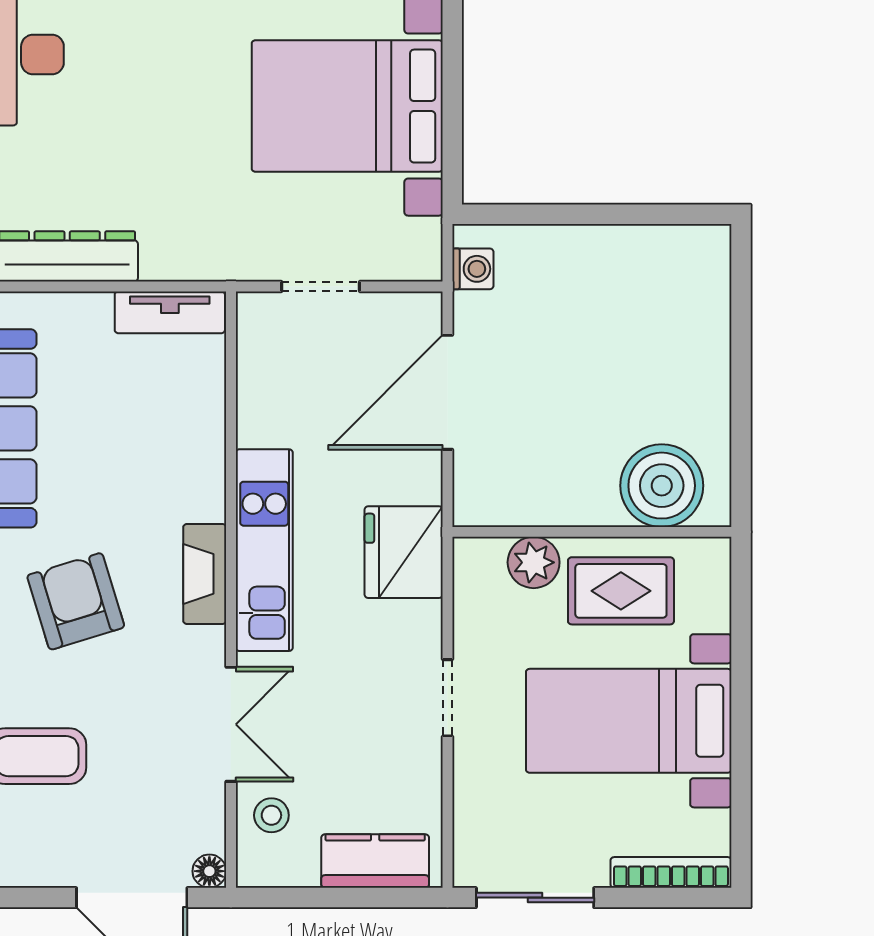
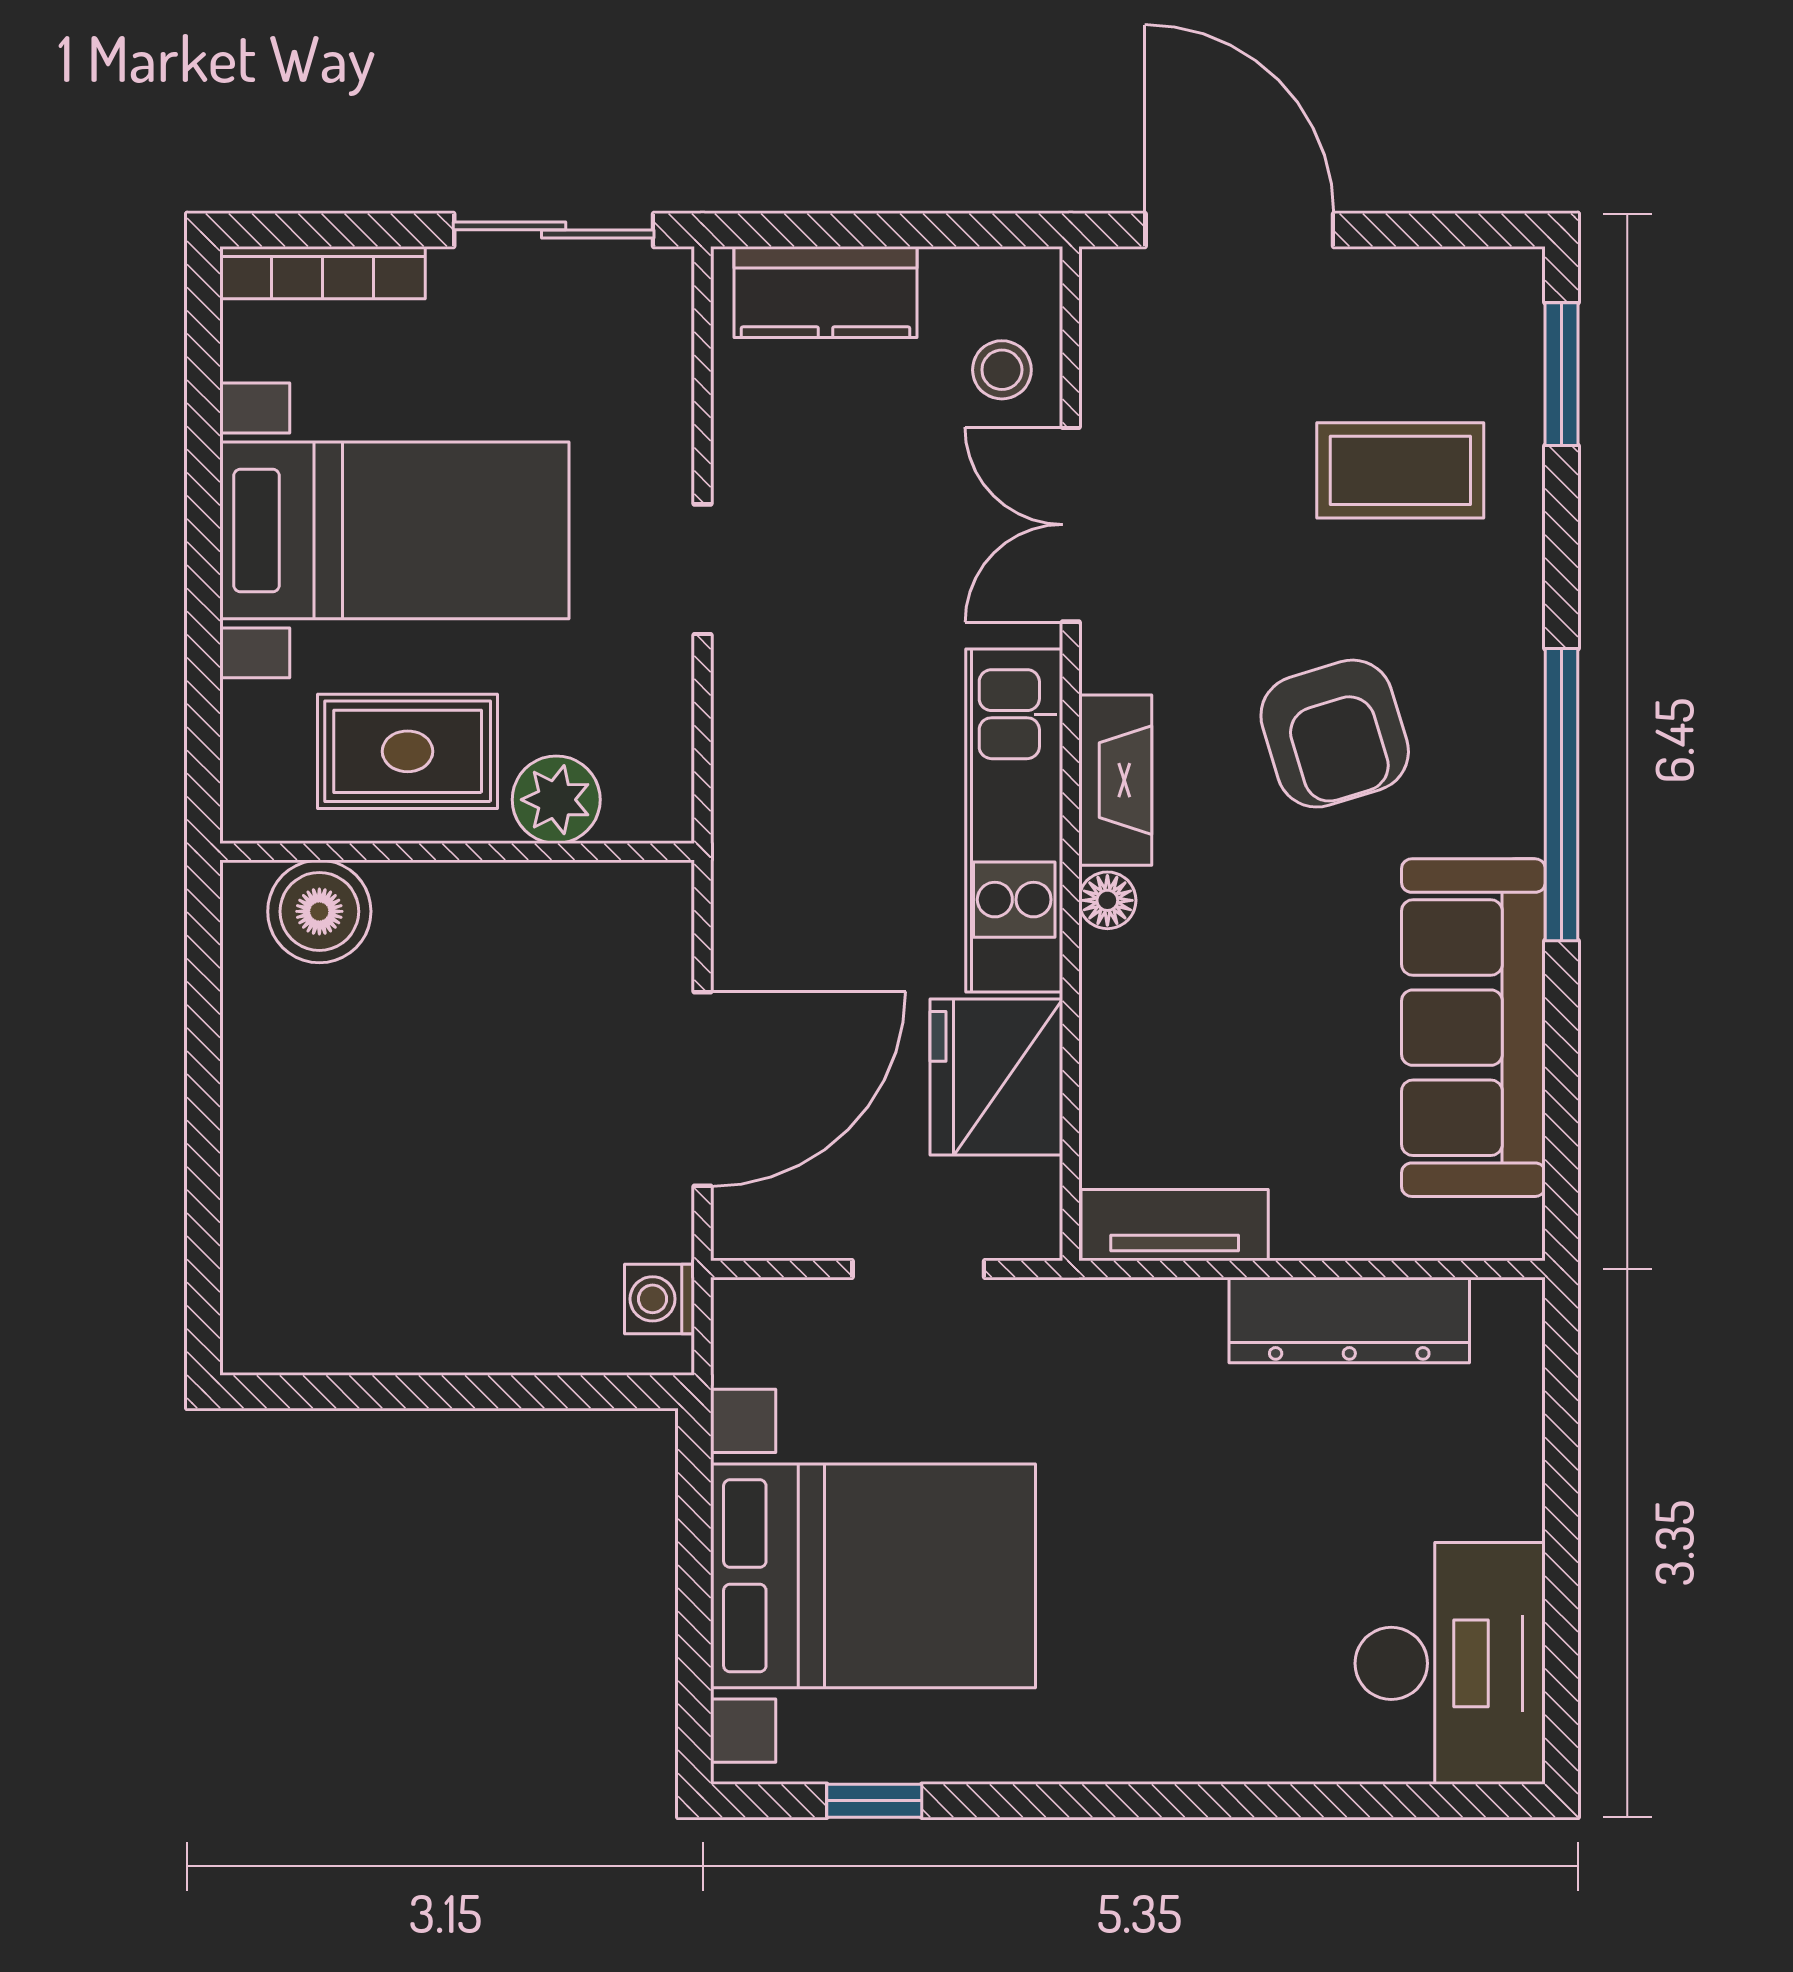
boiler: (662, 486) -> (319, 911), width x0.73, depth x0.73
fridge: (404, 552) -> (996, 1077), moved, turned 180
floor lamp: (209, 871) -> (1107, 900), moved

